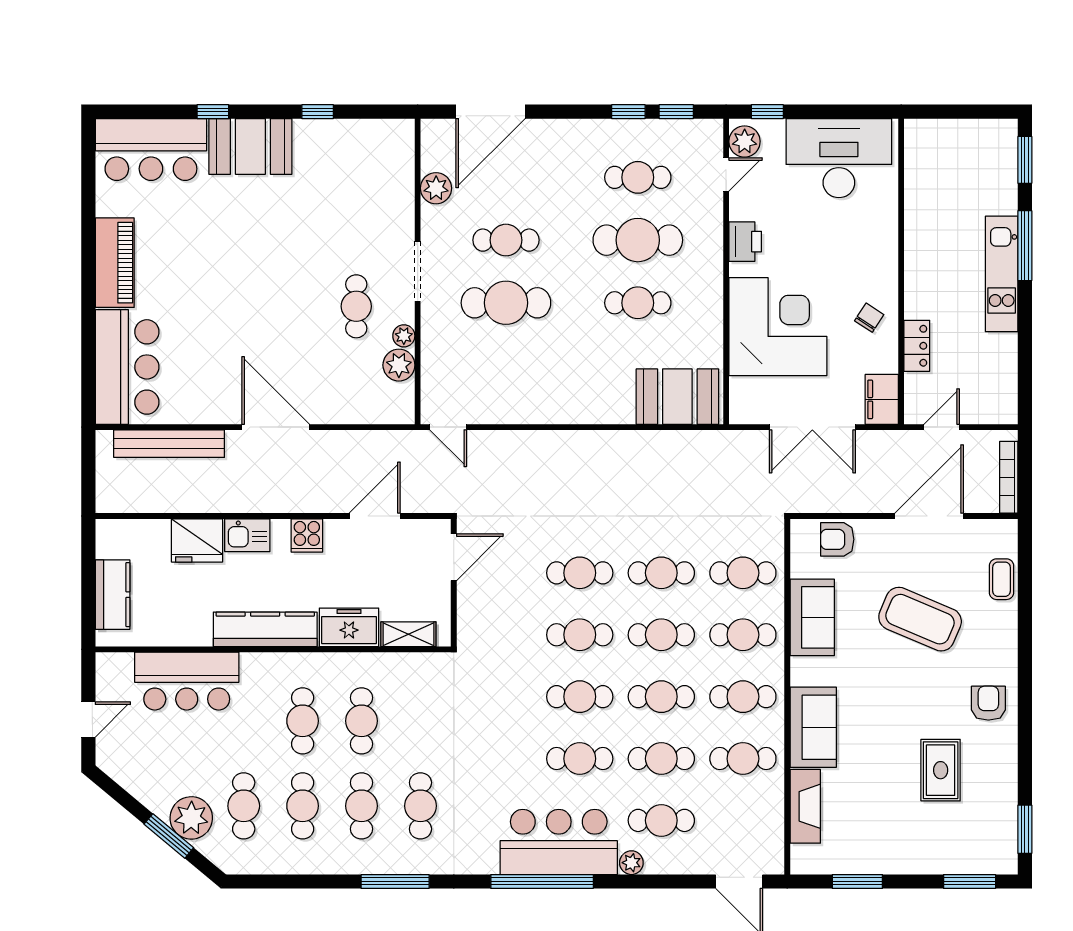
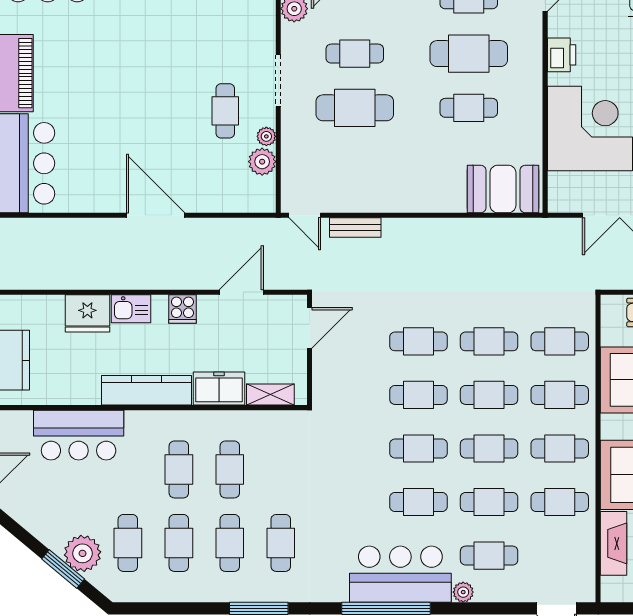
bench: (169, 444) -> (355, 228), moved, width x0.54, depth x0.82

